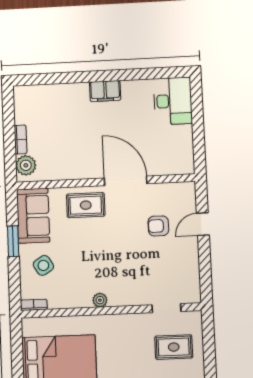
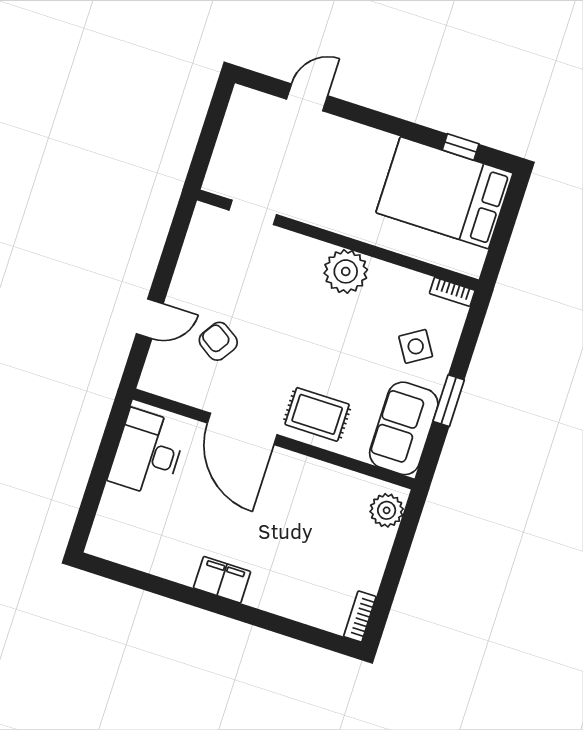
desk: (173, 101) -> (147, 453), moved
bookcase: (20, 140) -> (360, 616), moved
armchair: (158, 226) -> (218, 341), turned -147
plant: (100, 300) -> (346, 271), width x1.88, depth x1.88
rug: (174, 347) -> (264, 150), removed

